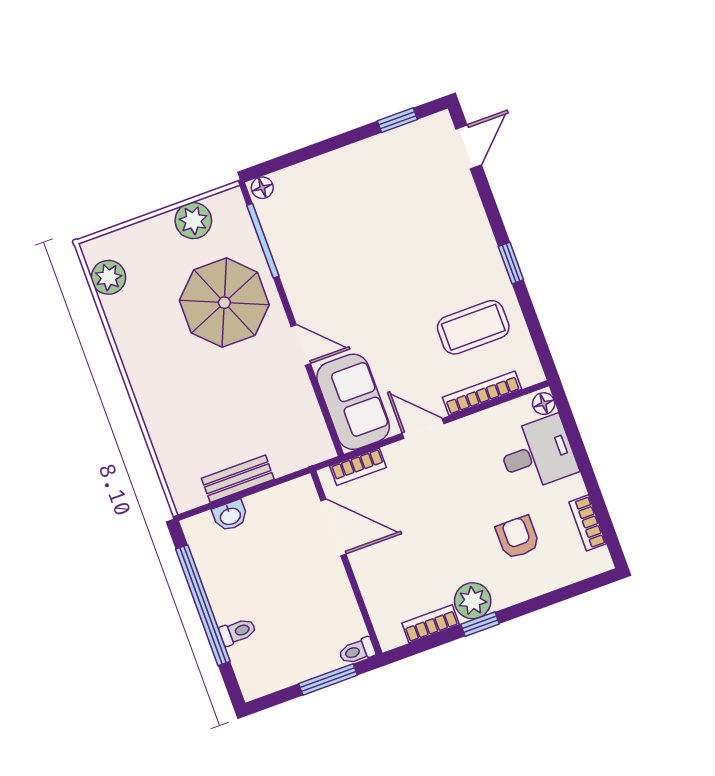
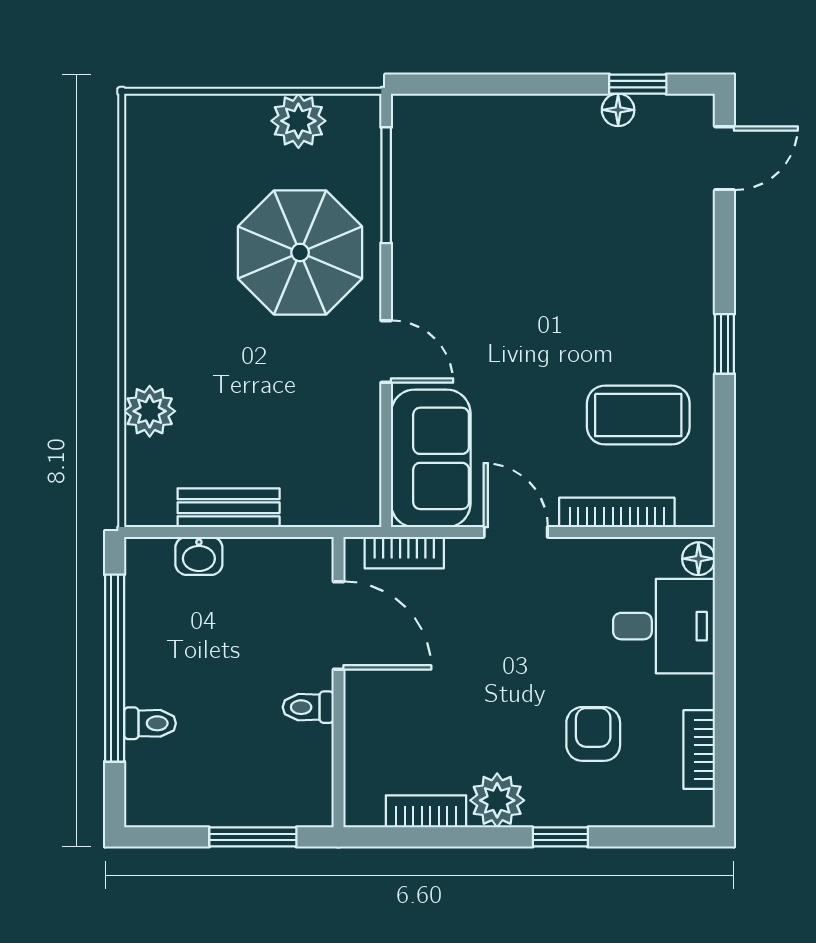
floor lamp: (262, 188) -> (618, 110), moved
plant: (108, 277) -> (150, 411), moved
window: (480, 624) -> (560, 837), moved
toilet: (357, 651) -> (308, 707), moved

